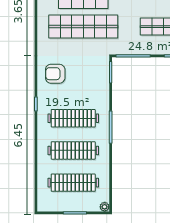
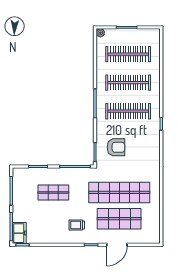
armchair: (55, 74) -> (116, 147), moved

